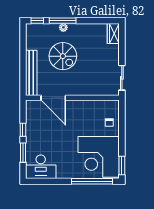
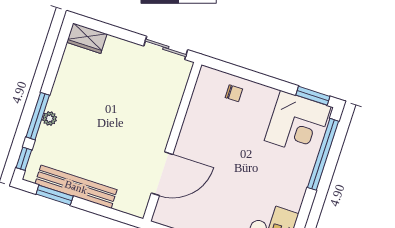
window: (23, 44) -> (55, 195), added
spiral stairs: (63, 56) -> (97, 135), removed
bench: (31, 73) -> (76, 187), moved
corner desk: (99, 157) -> (298, 124), width x0.74, depth x0.74

